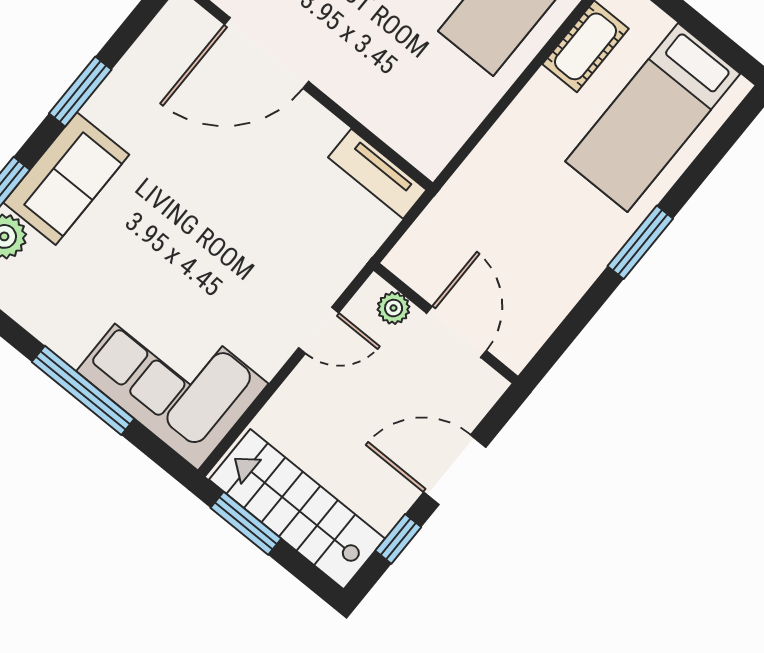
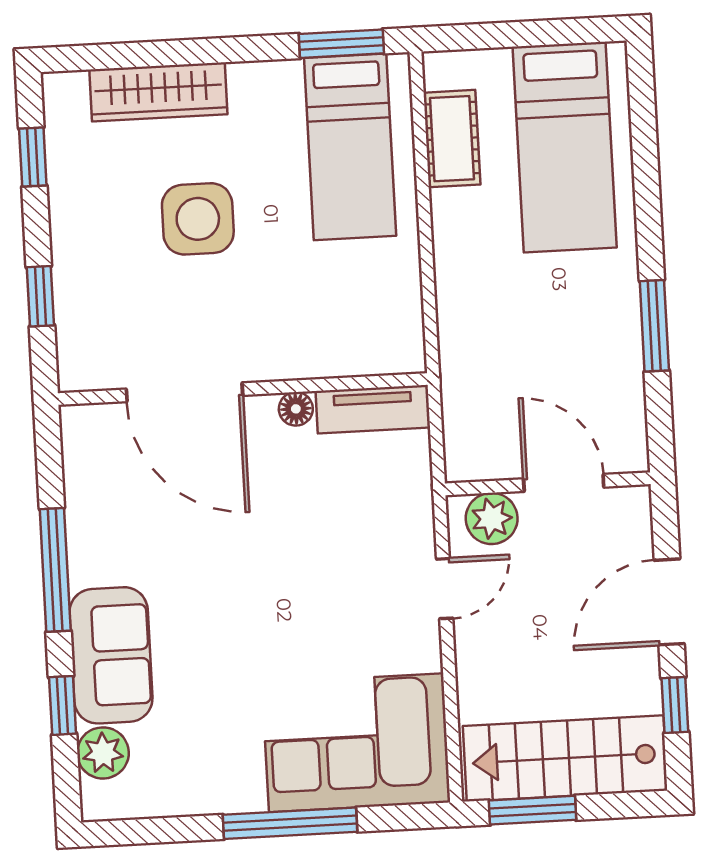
door: (267, 53) -> (185, 392), hinge flipped
window: (80, 91) -> (55, 570), width x1.44
floor lamp: (328, 129) -> (296, 409), added
window: (640, 242) -> (654, 326), moved
plant: (394, 308) -> (492, 518), width x1.38, depth x1.38

